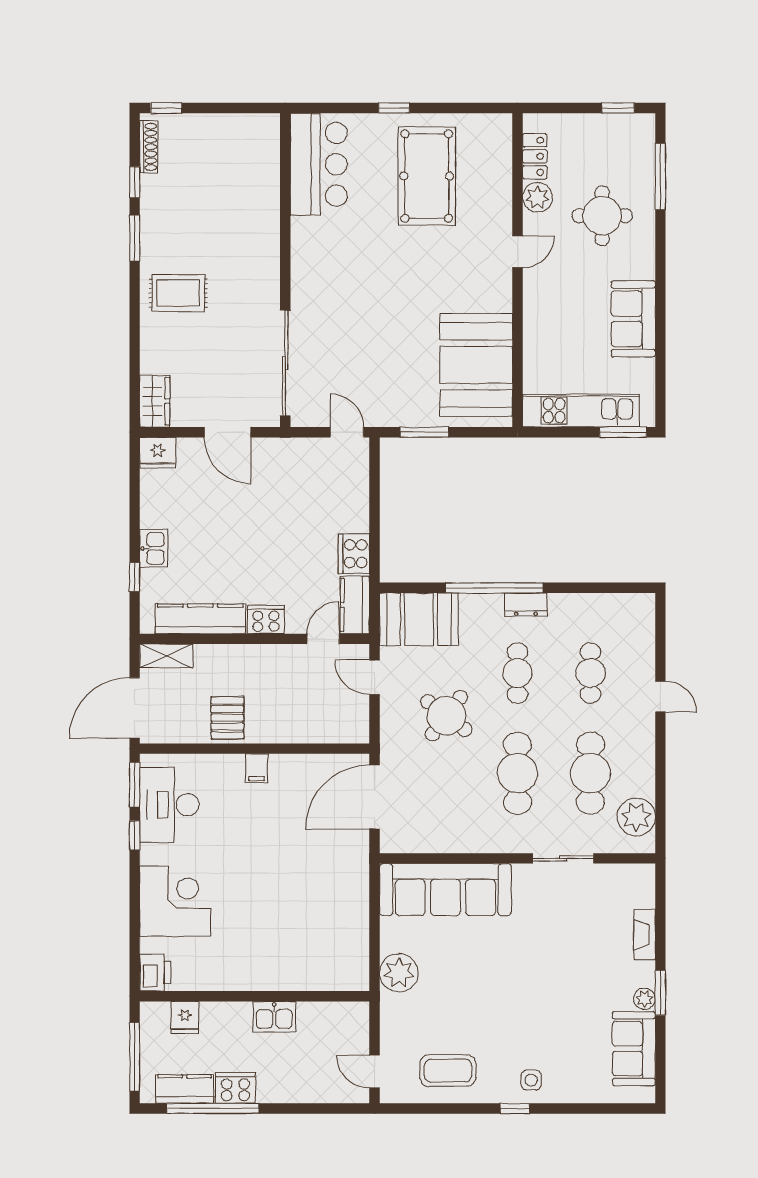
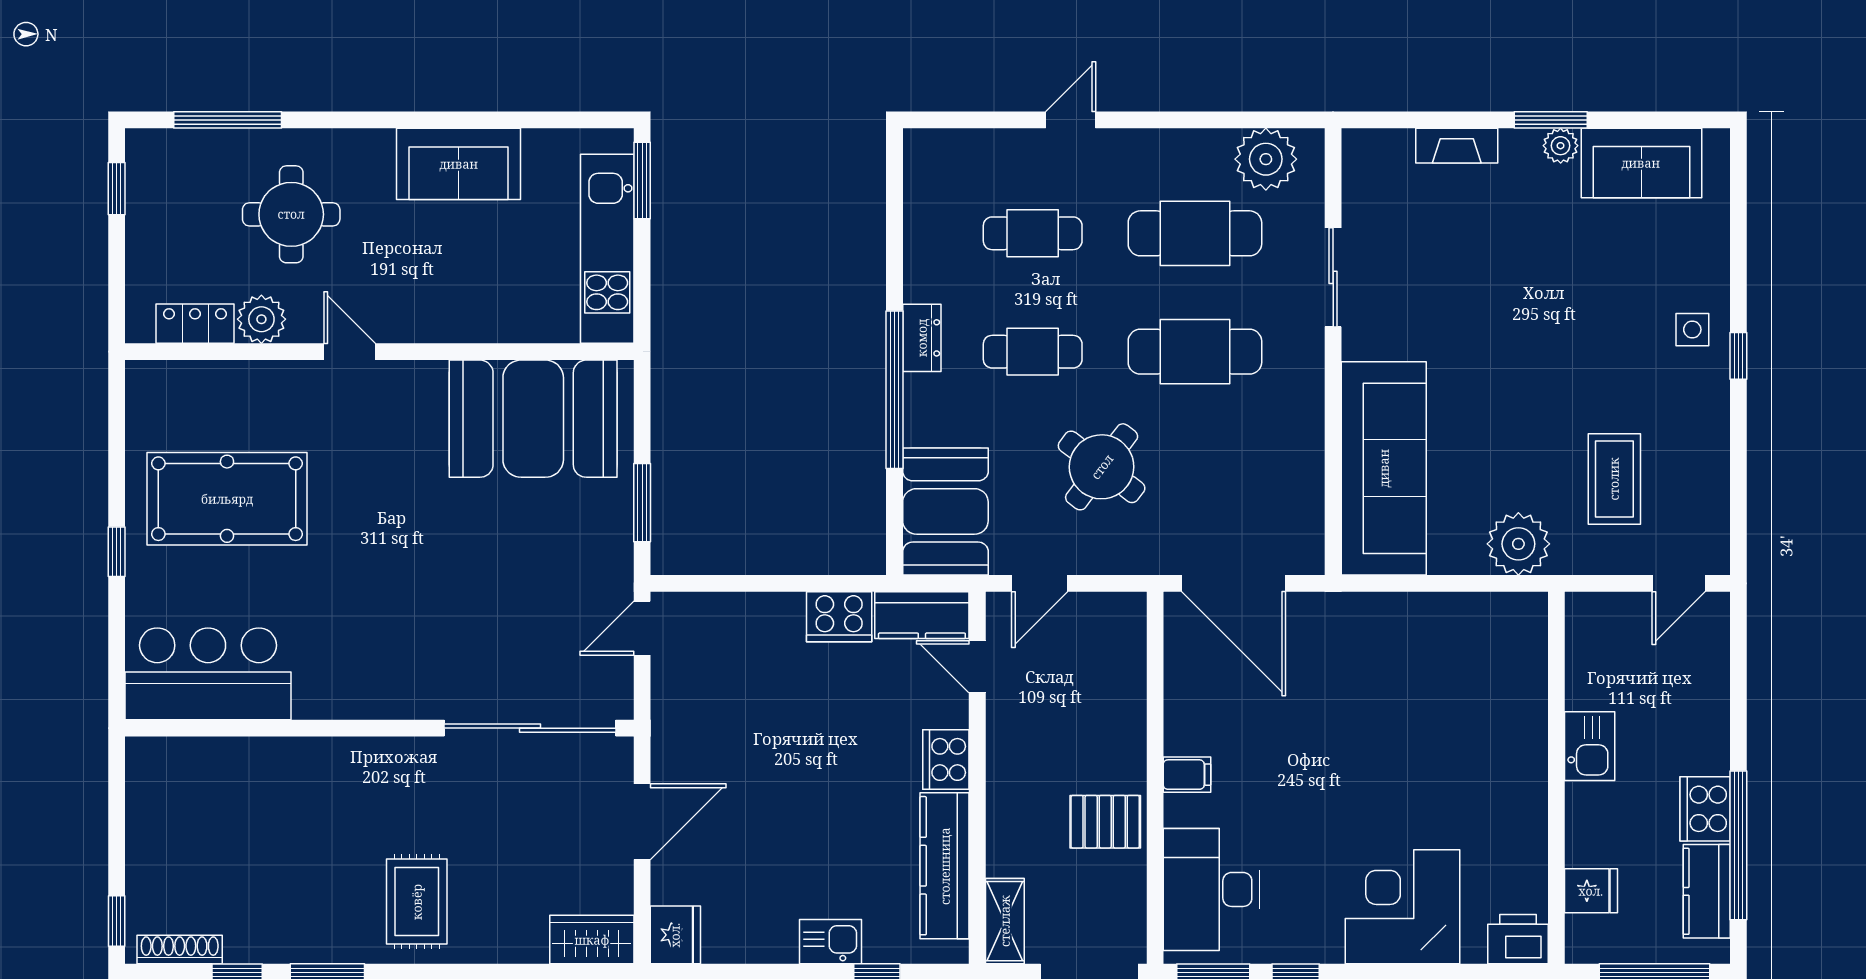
desk: (169, 805) -> (1211, 889), moved, turned 90
coffee table: (448, 1071) -> (1614, 479), moved

